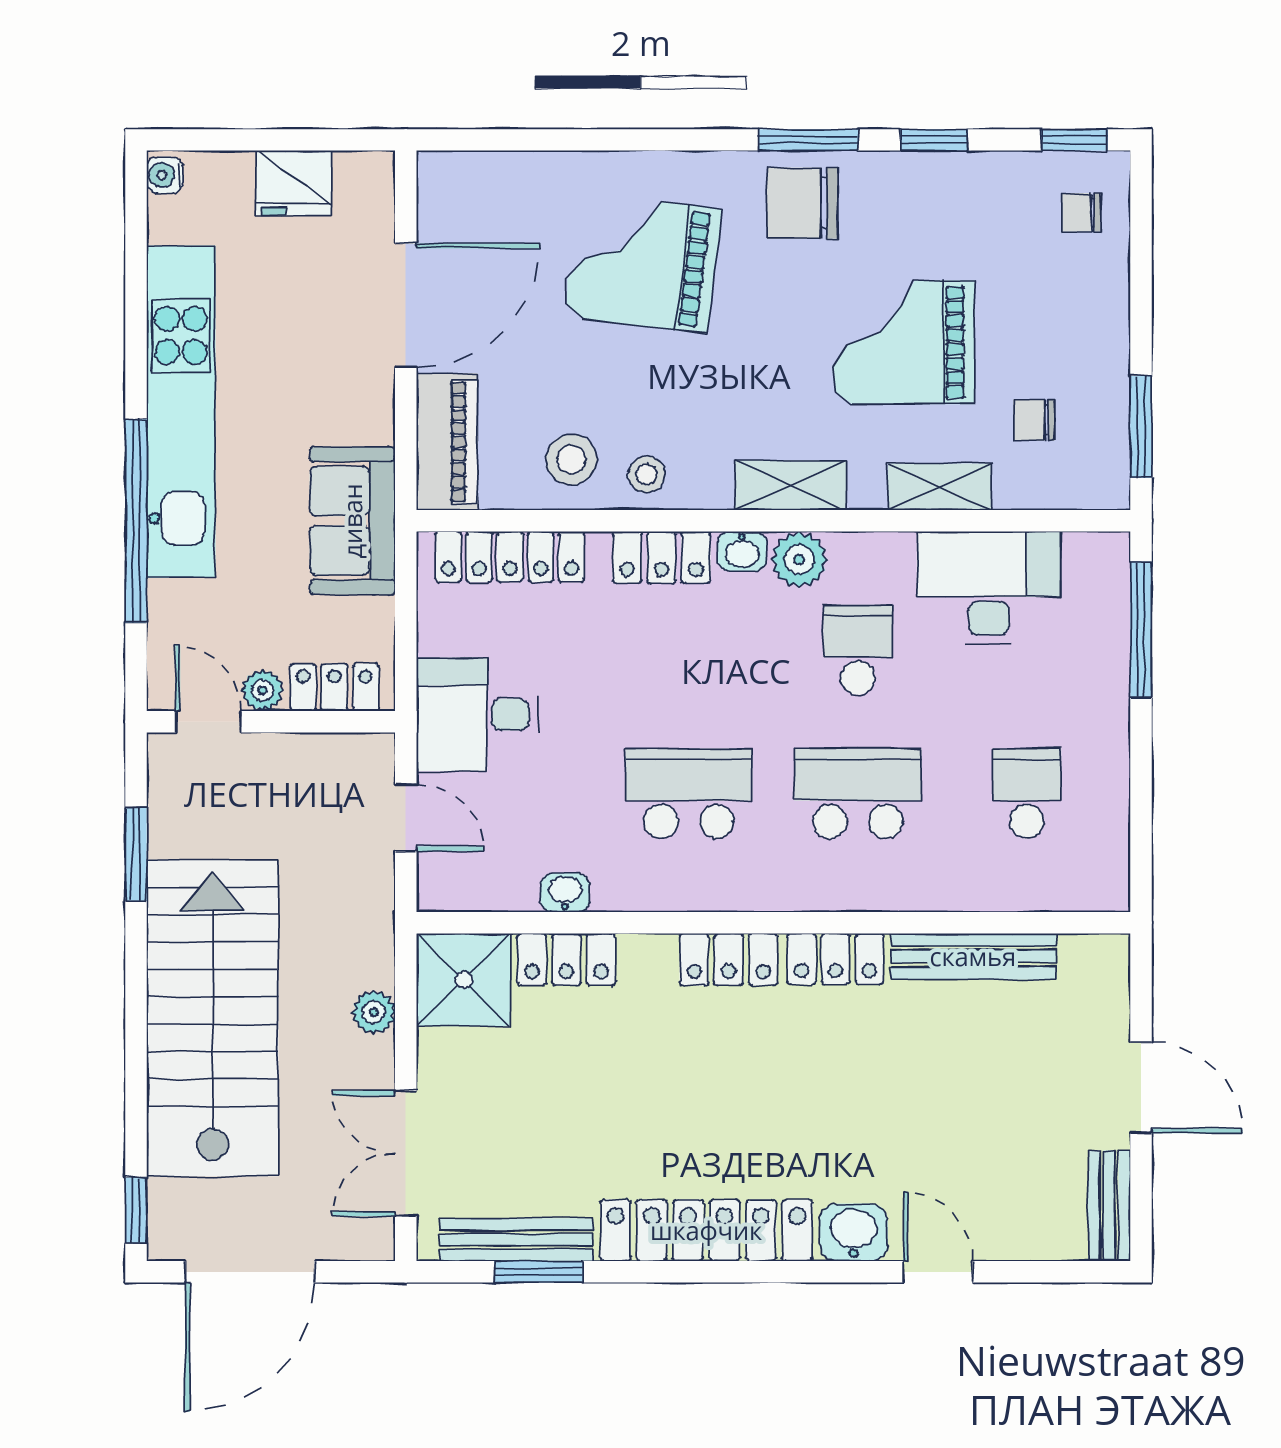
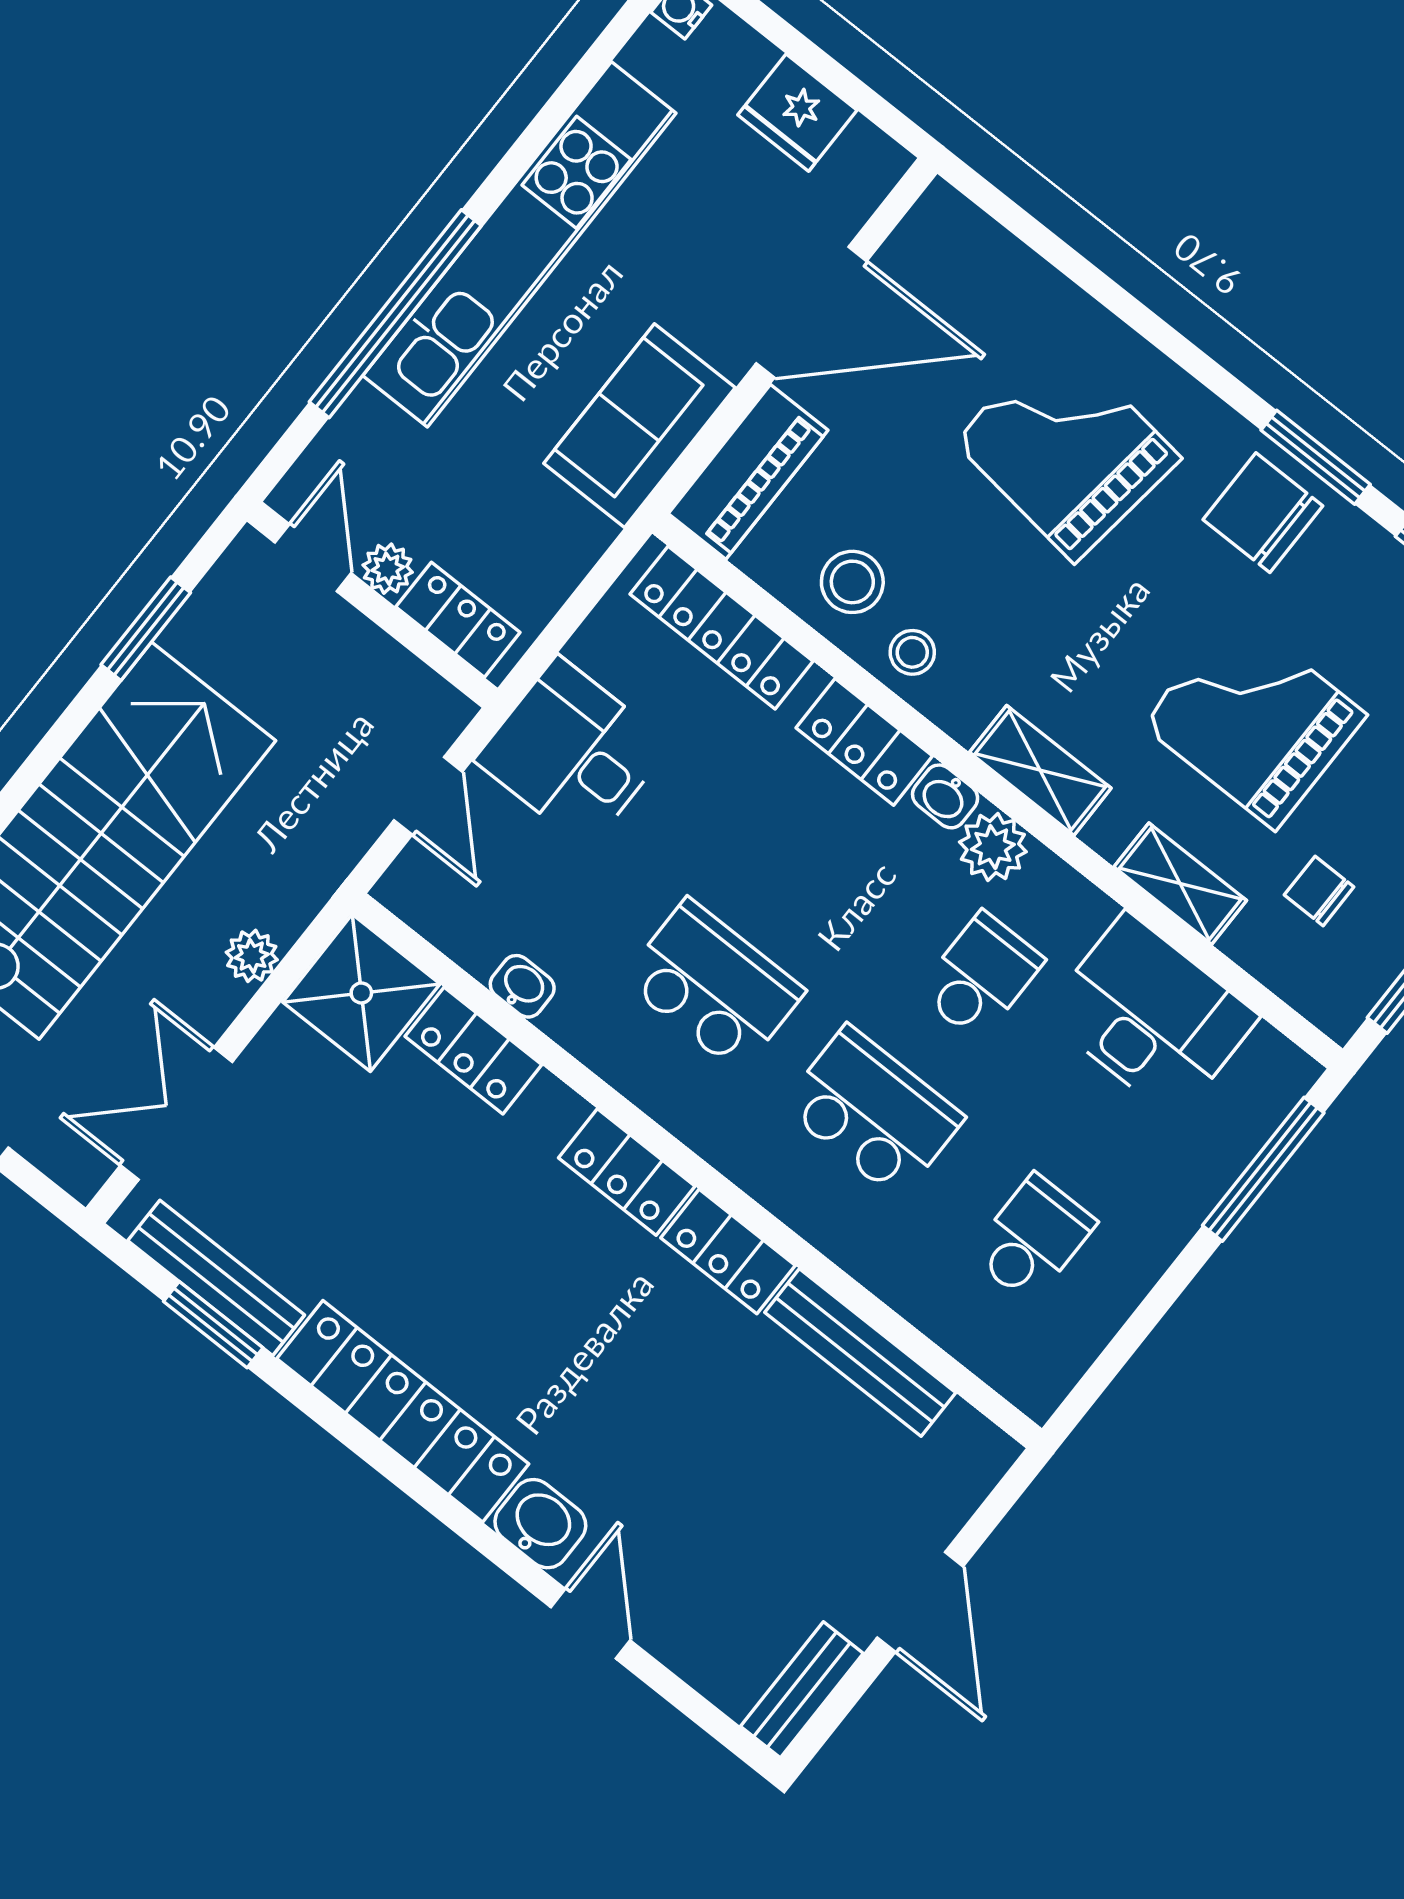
sofa: (352, 521) -> (640, 426), moved

